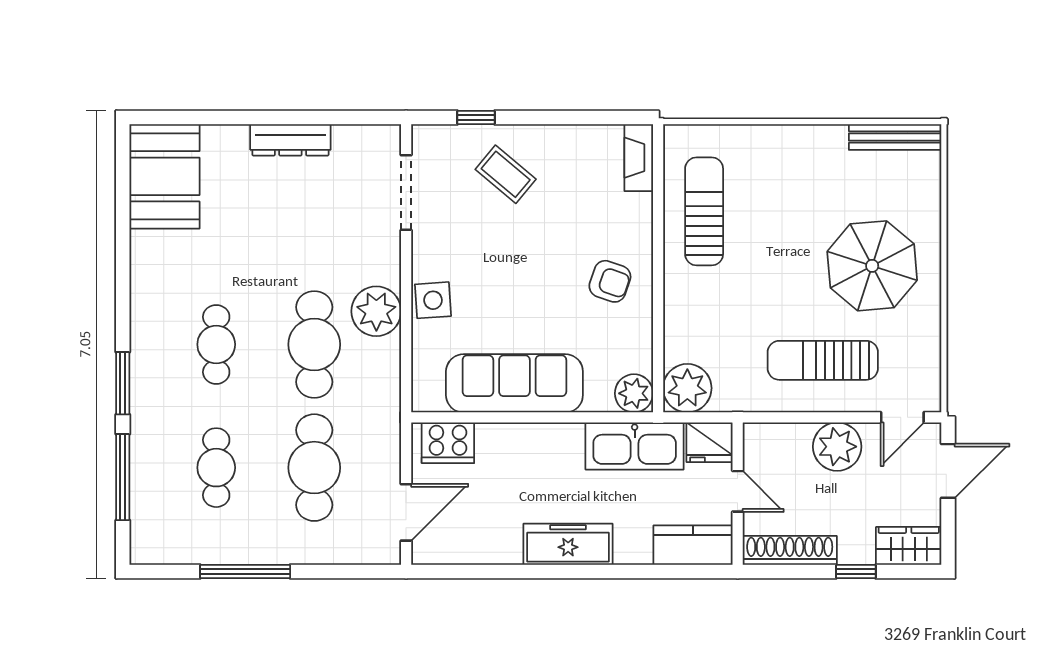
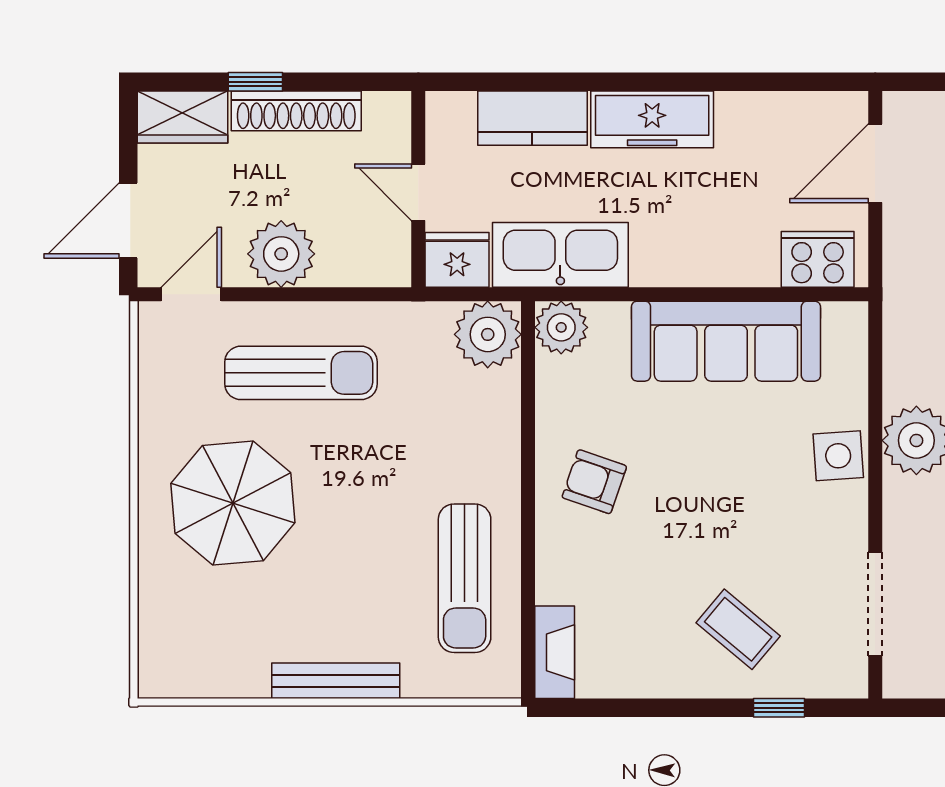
bench: (895, 137) -> (336, 681), moved
kitchen counter: (693, 545) -> (532, 118), moved
shoe rack: (790, 550) -> (296, 111), moved

